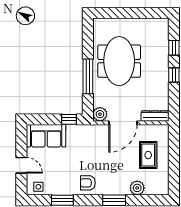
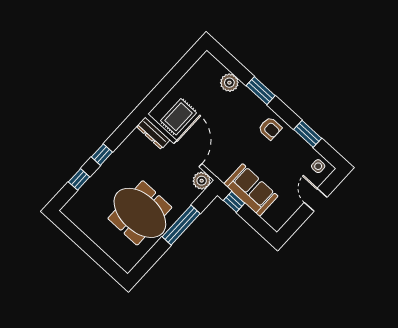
meeting table: (119, 61) -> (140, 213), turned 90
door: (123, 123) -> (188, 154), hinge flipped
sofa: (46, 136) -> (251, 190), moved
rug: (148, 155) -> (179, 117), moved

